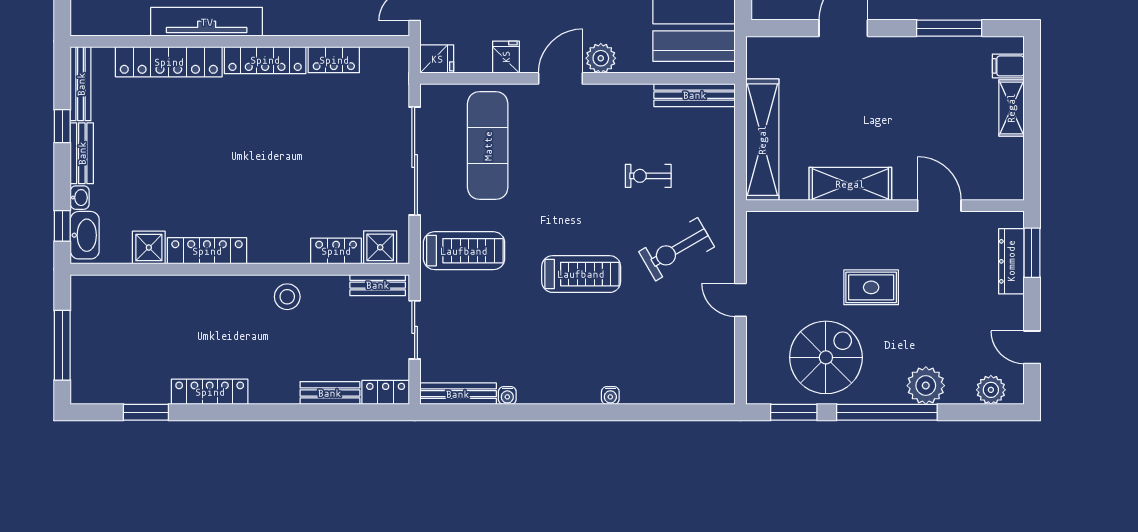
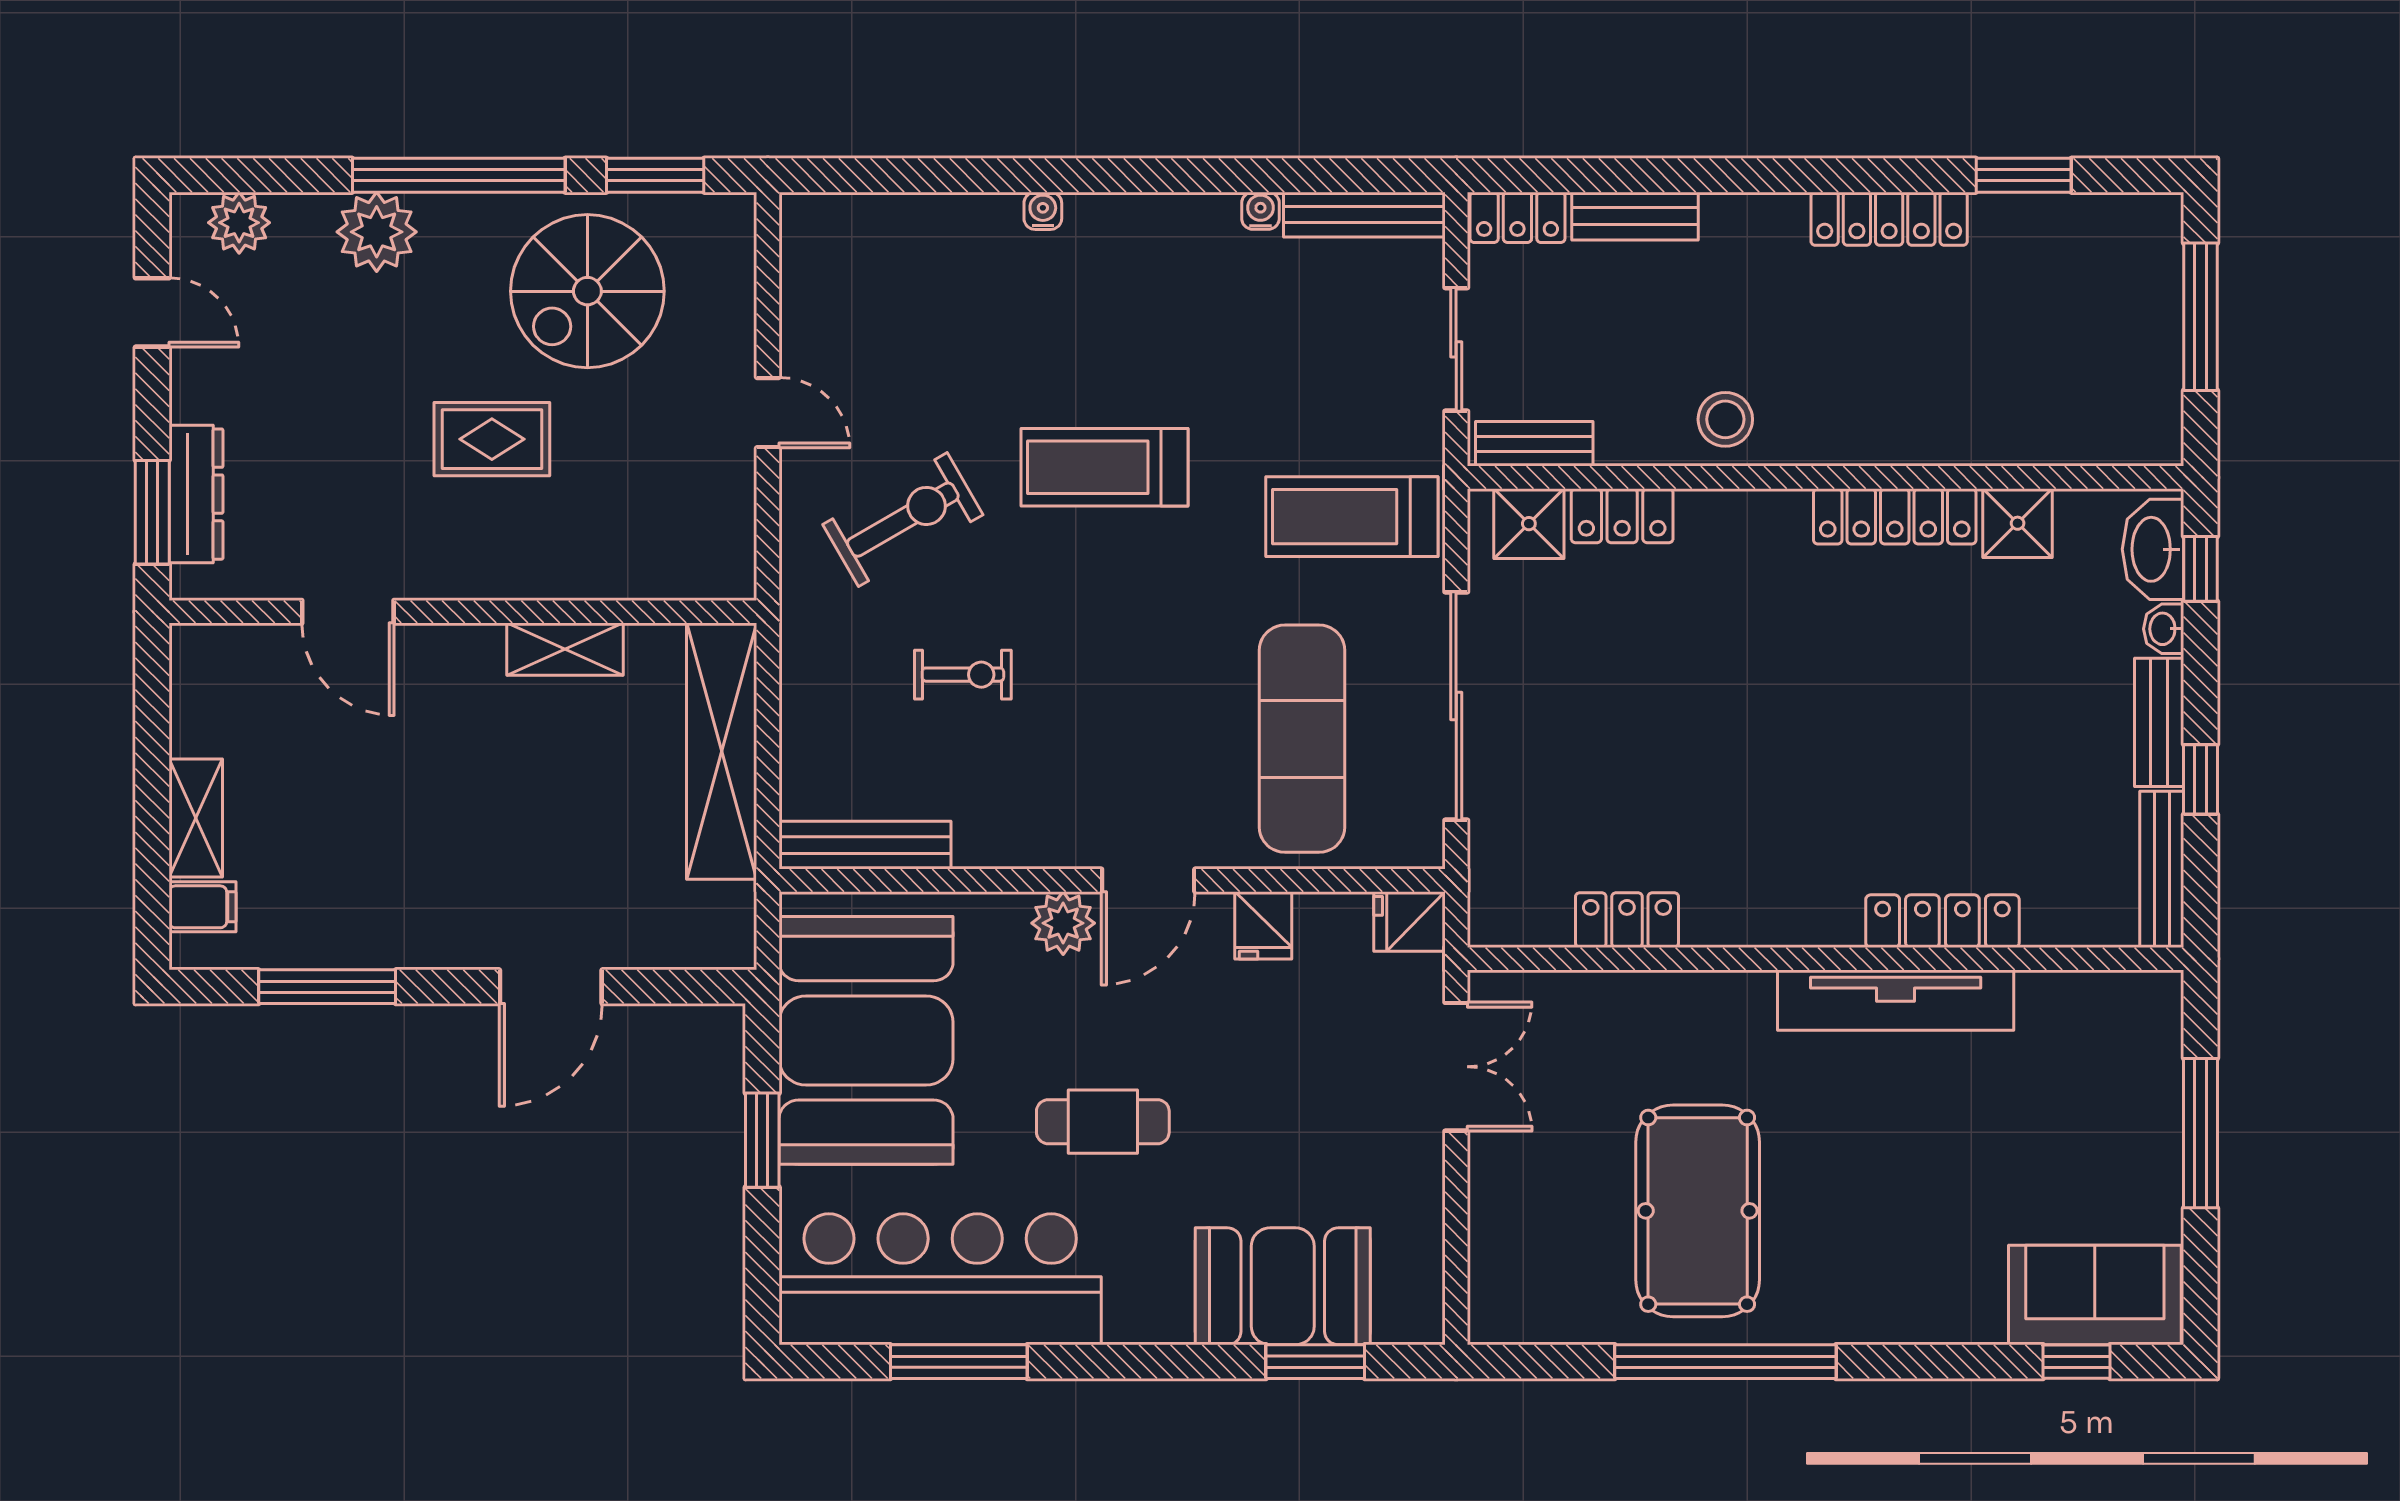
locker: (265, 60) -> (1772, 919), removed
locker: (169, 62) -> (1942, 921), width x0.71, depth x0.83
shelving: (850, 184) -> (565, 649), width x0.67, depth x0.75

